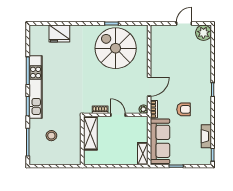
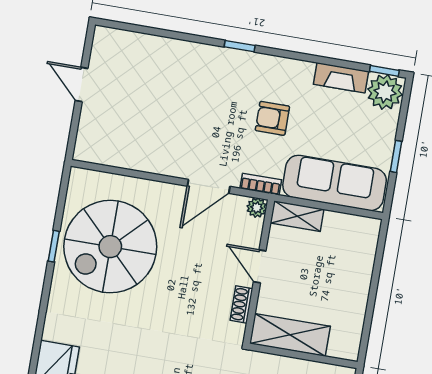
plant: (203, 33) -> (385, 92), moved
door: (149, 87) -> (209, 186), swing flipped
armchair: (184, 109) -> (272, 118), turned -90
door: (118, 115) -> (260, 266), hinge flipped
shelving: (143, 154) -> (297, 216), moved

